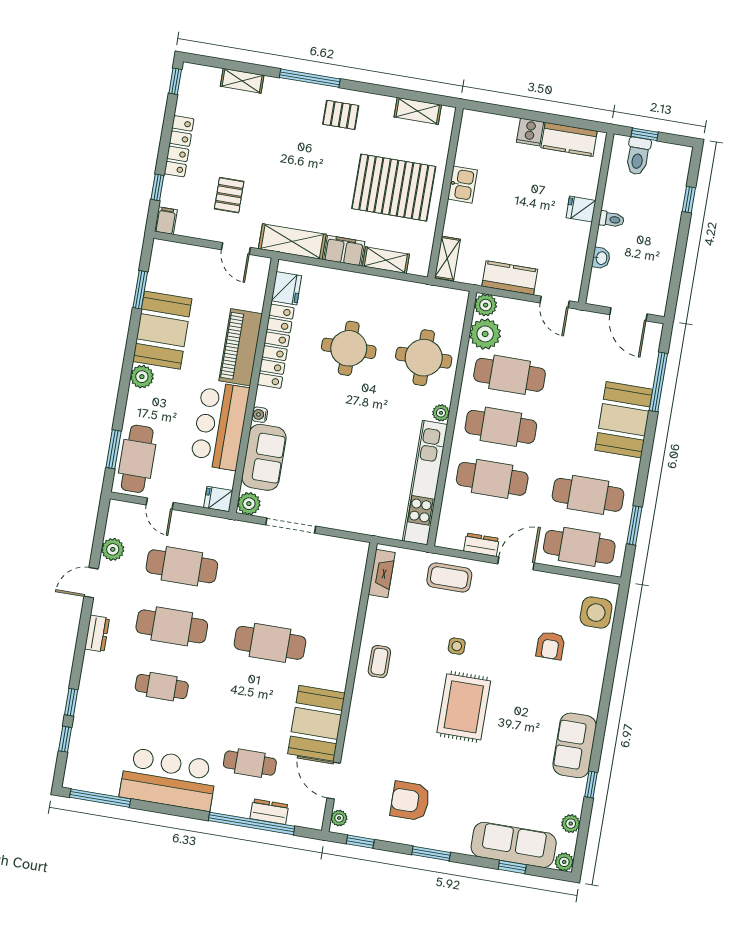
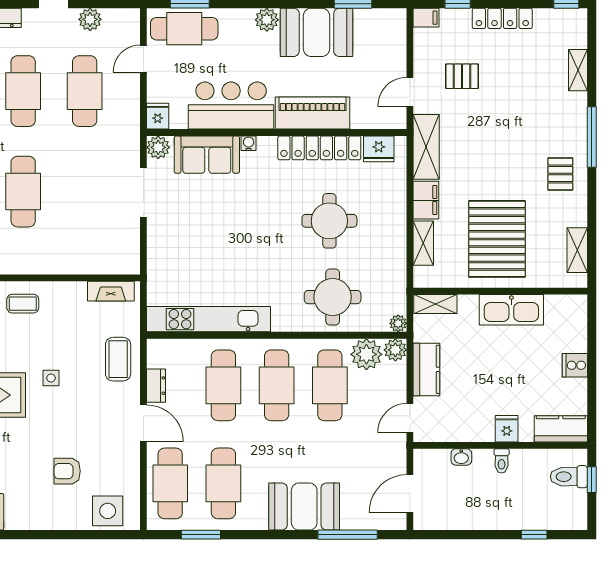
kitchen counter: (569, 139) -> (561, 429), moved, turned 90
kitchen sink: (463, 185) -> (511, 310), width x1.88, depth x1.24
plant: (441, 413) -> (398, 323), moved

